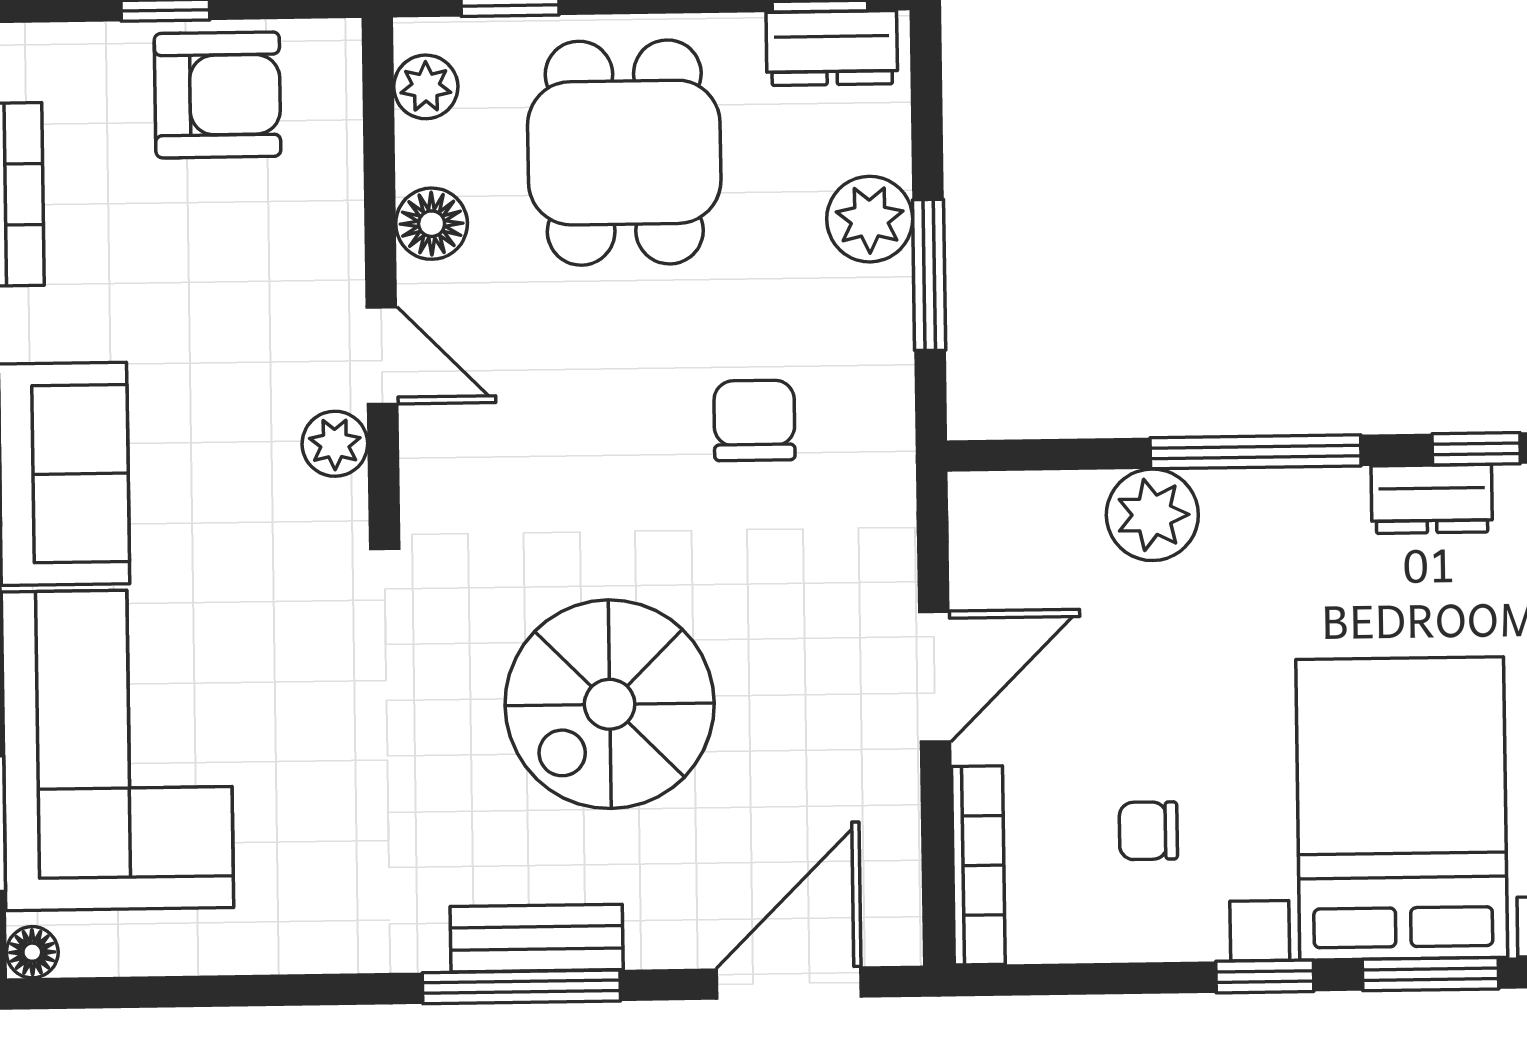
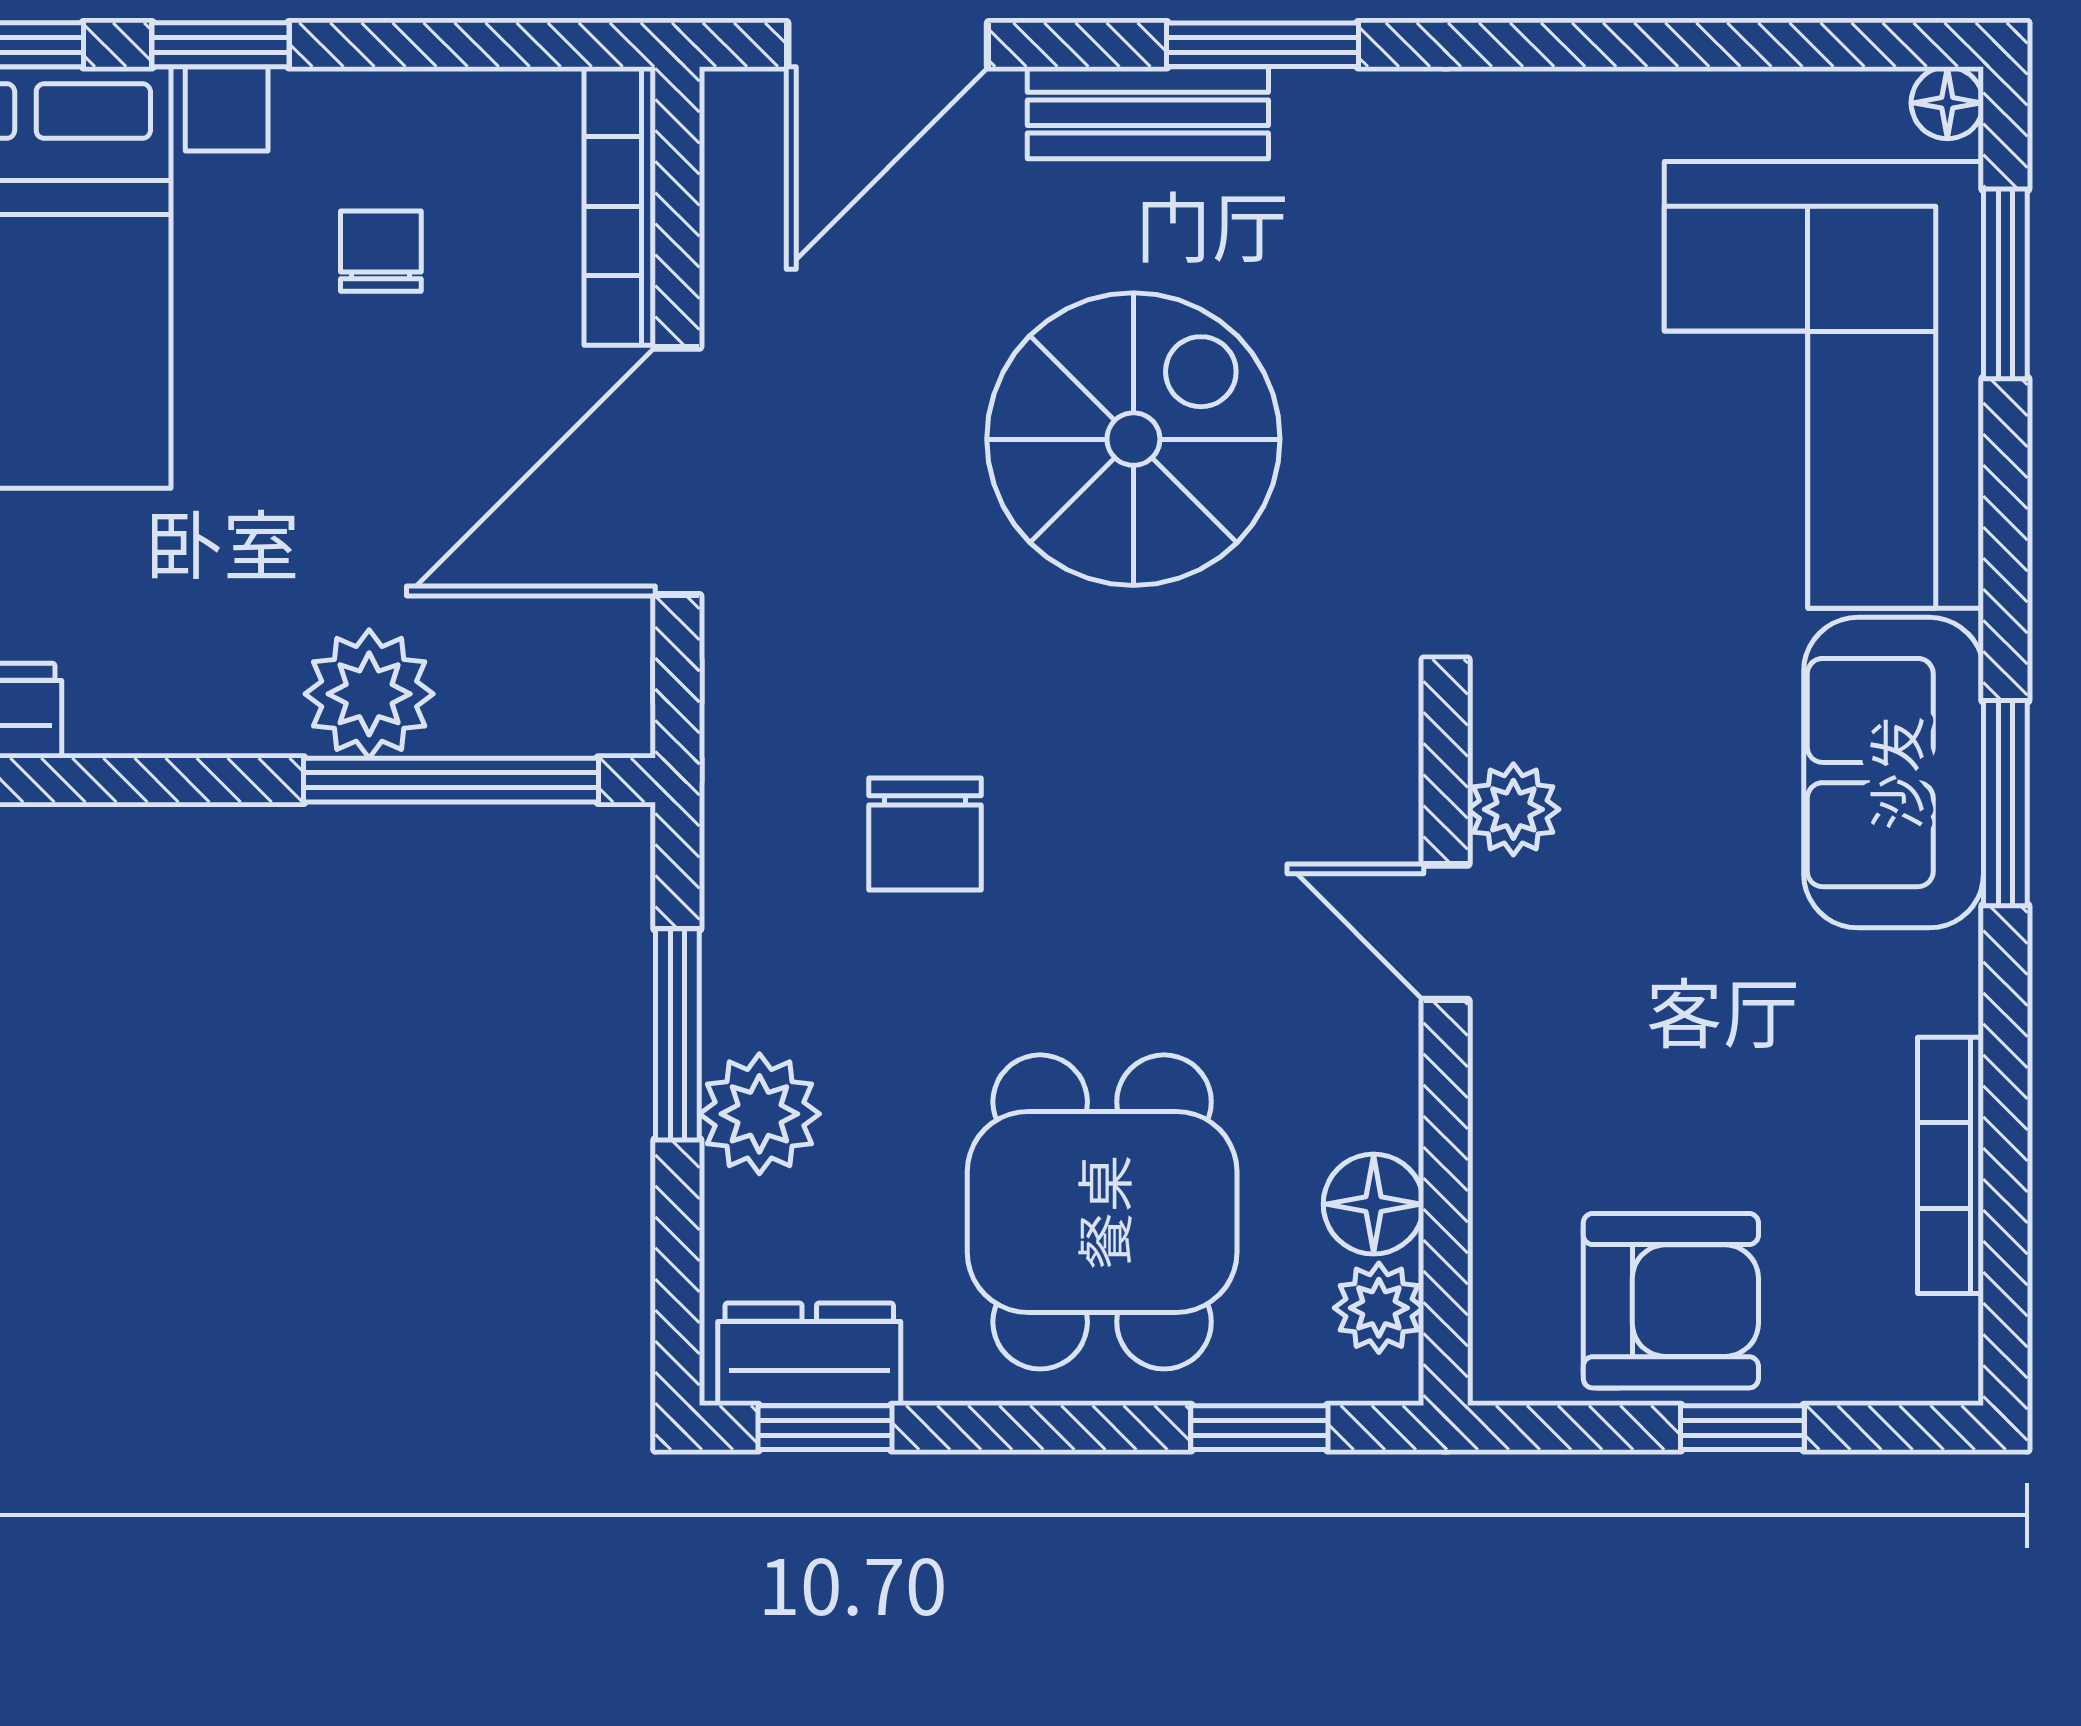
armchair: (218, 95) -> (1671, 1301), turned 180
floor lamp: (432, 224) -> (1374, 1204), moved
window: (1256, 452) -> (451, 780), moved
door: (935, 677) -> (677, 471), width x1.36
chair: (1148, 831) -> (381, 251), turned -90
bench: (537, 938) -> (1148, 113), moved
window: (521, 987) -> (1263, 45), width x0.69

